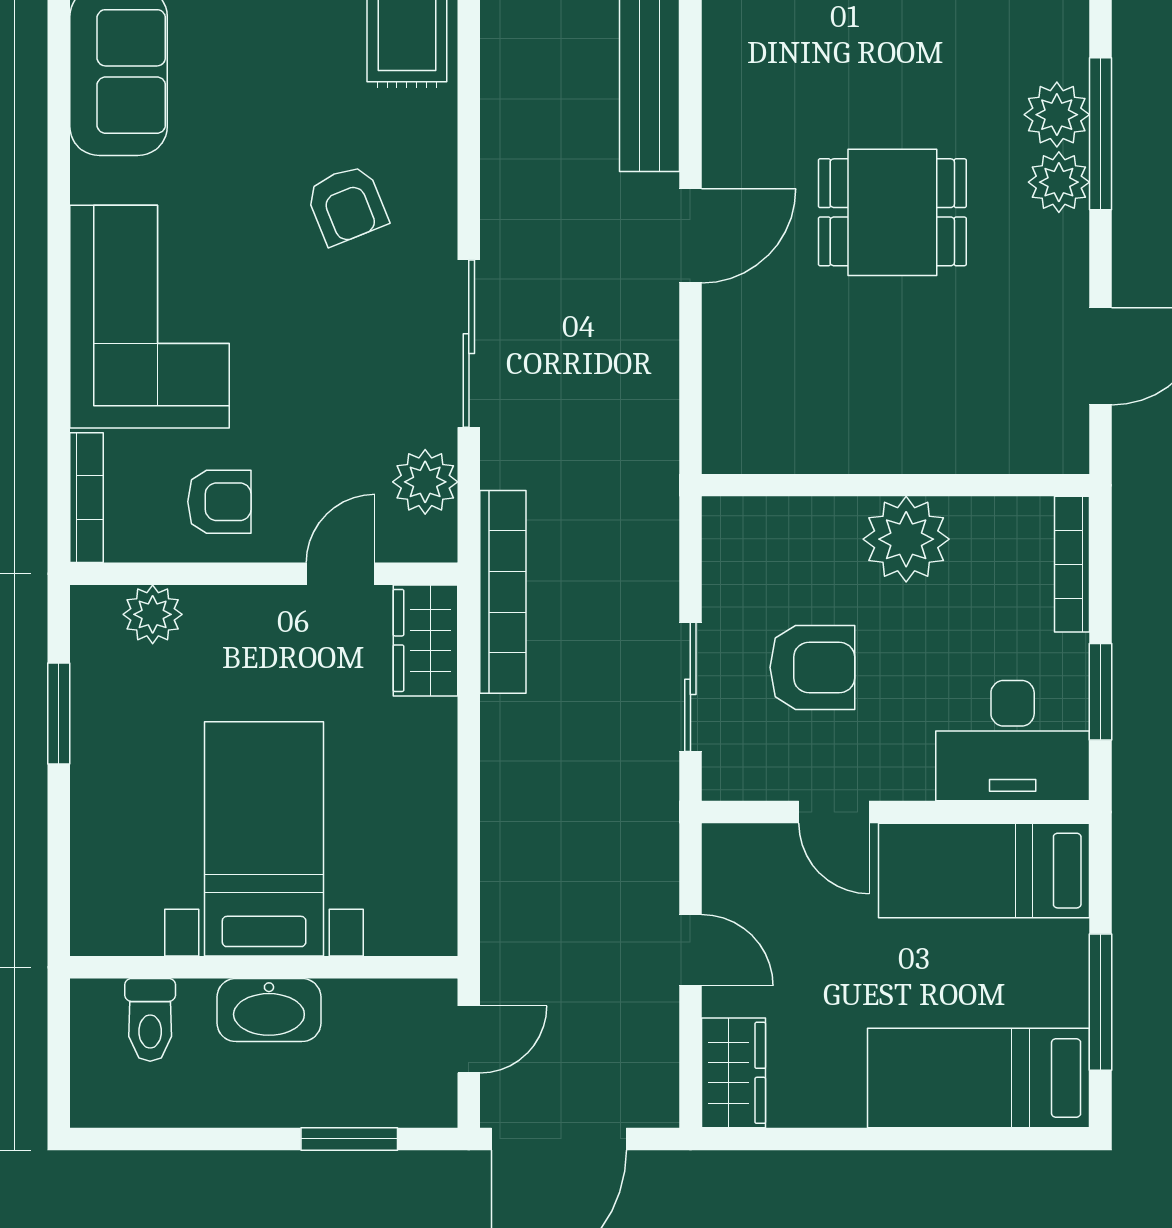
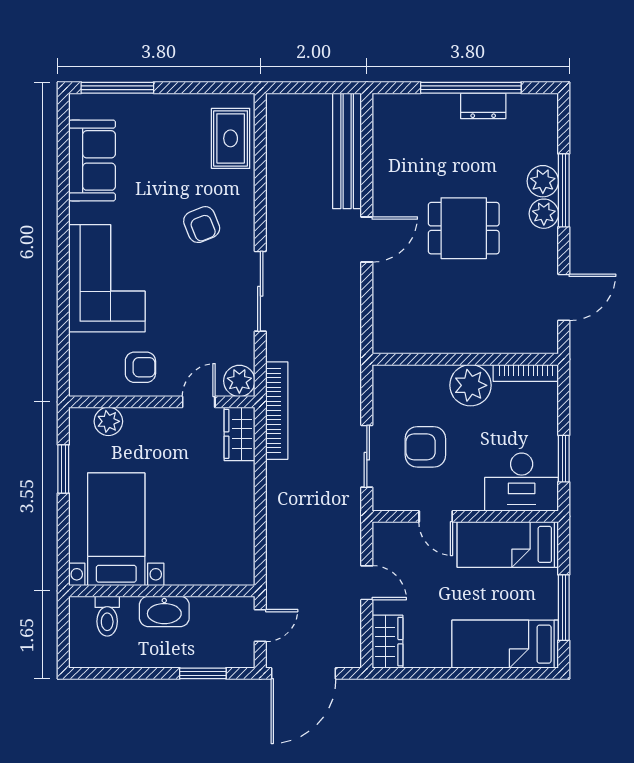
plant: (425, 482) -> (239, 381), moved
bookcase: (87, 498) -> (77, 365), removed
bookcase: (1072, 564) -> (526, 373), moved, turned -90
armchair: (812, 667) -> (425, 447), turned 180
bed with nightstands: (264, 839) -> (116, 529), moved

